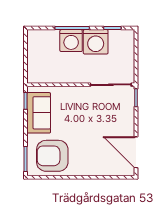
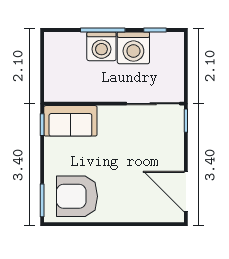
sofa: (39, 113) -> (70, 121), moved, turned 90

